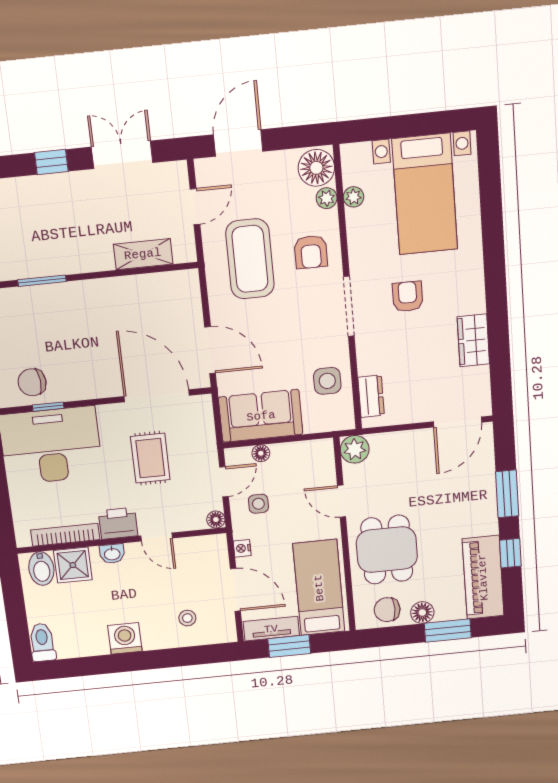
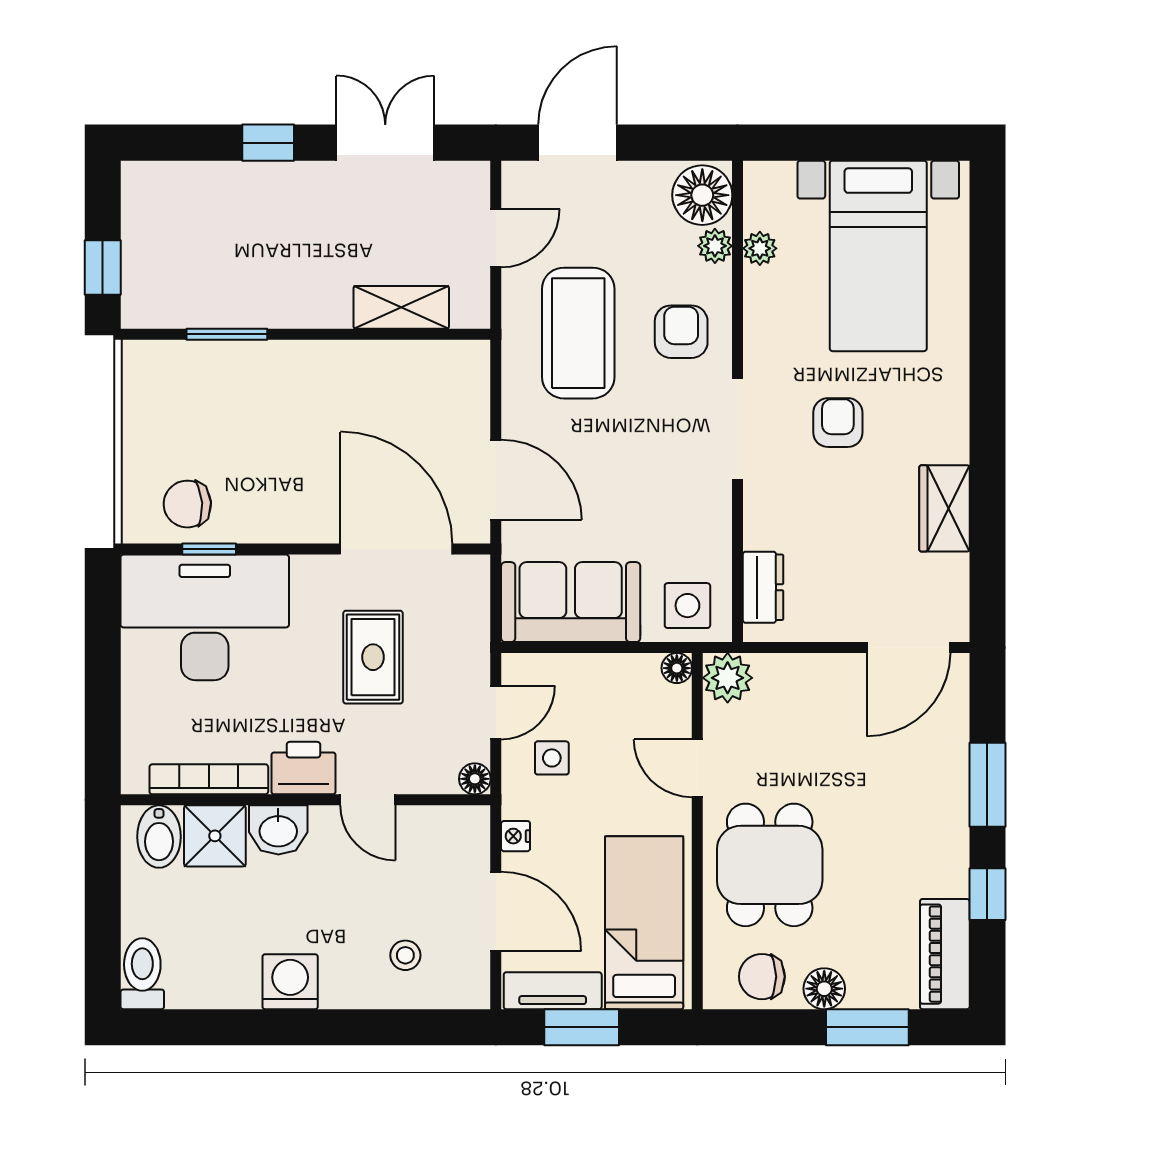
armchair: (311, 252) -> (681, 332), turned 180
side table: (327, 381) -> (687, 606), moved
floor lamp: (261, 453) -> (677, 668), moved
washbasin: (112, 554) -> (278, 830), width x1.38, depth x1.45
piano: (483, 577) -> (945, 954), width x0.73, depth x0.75

